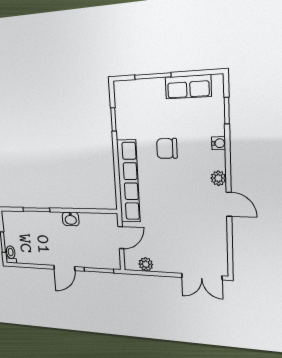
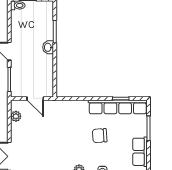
chair: (167, 148) -> (100, 136), turned -94
row of seats: (128, 181) -> (118, 107), moved
washbasin: (71, 219) -> (48, 47), moved

